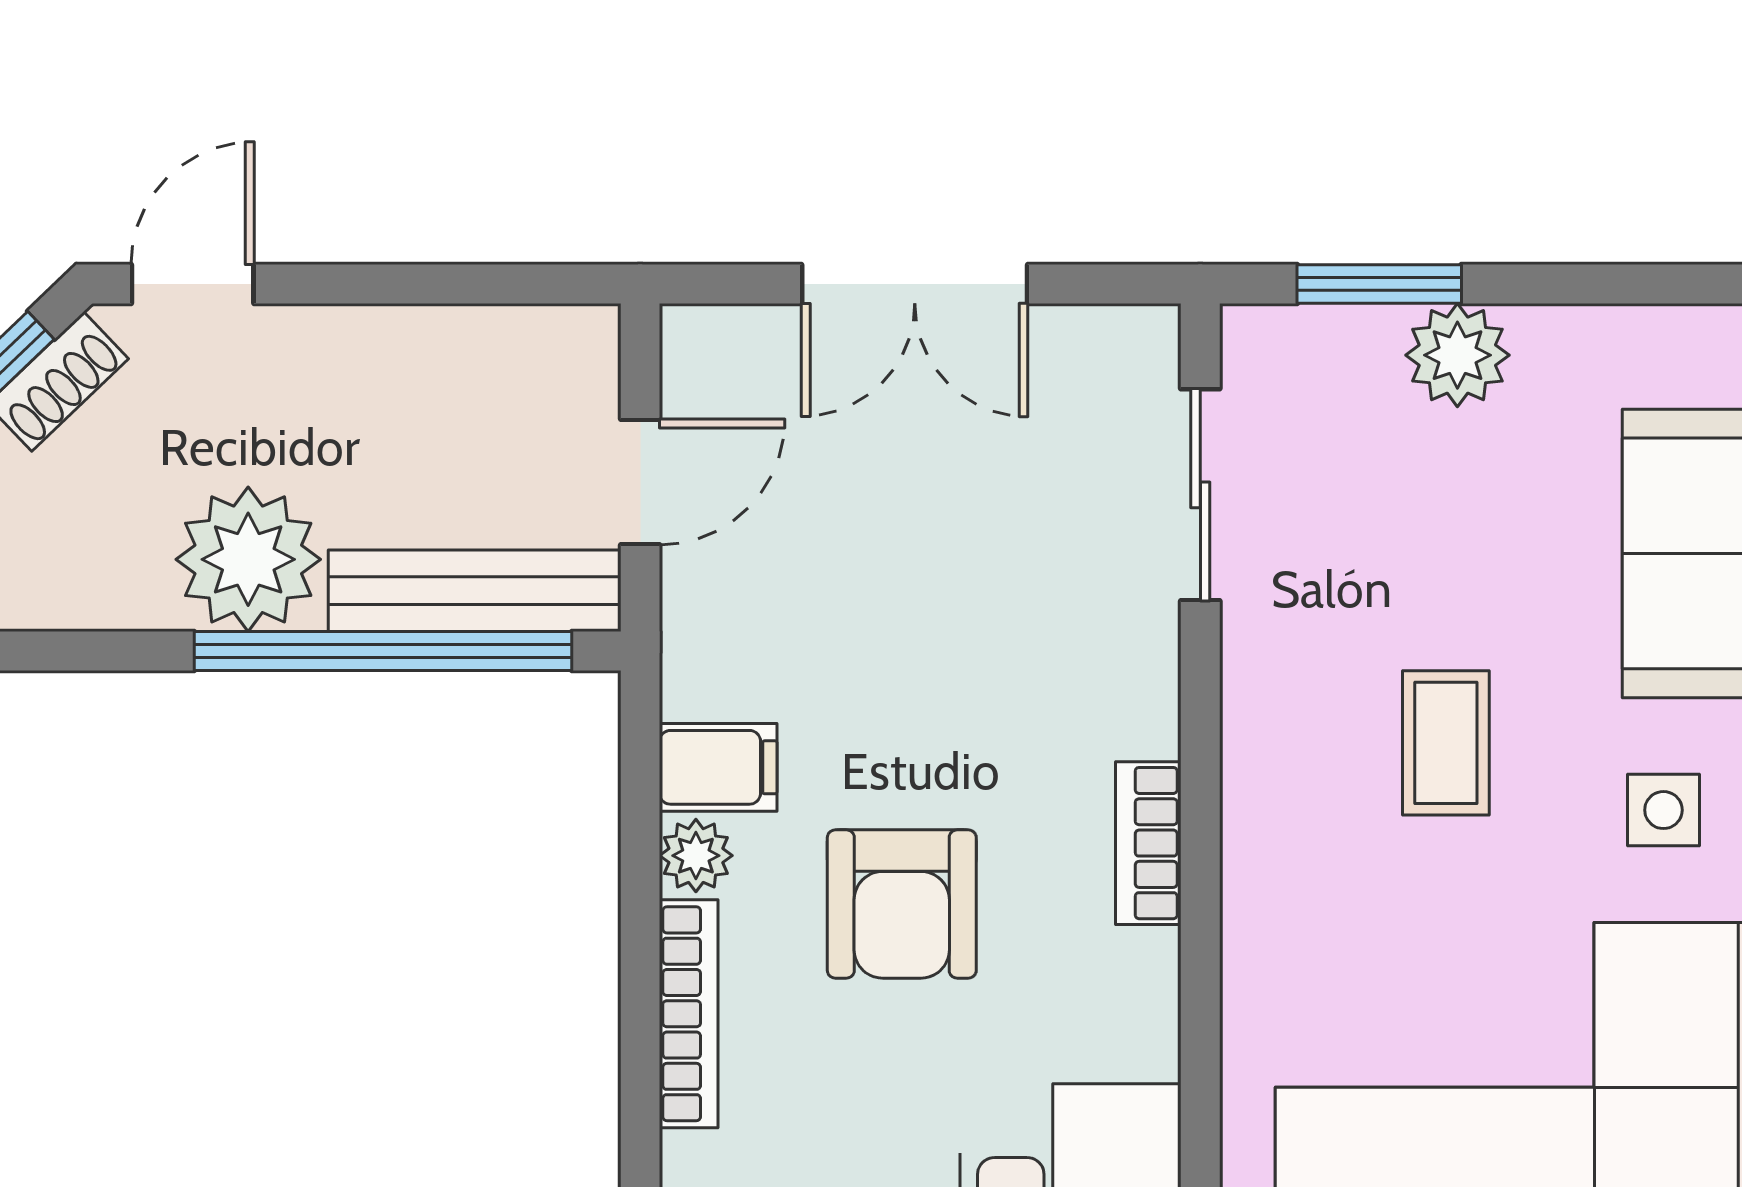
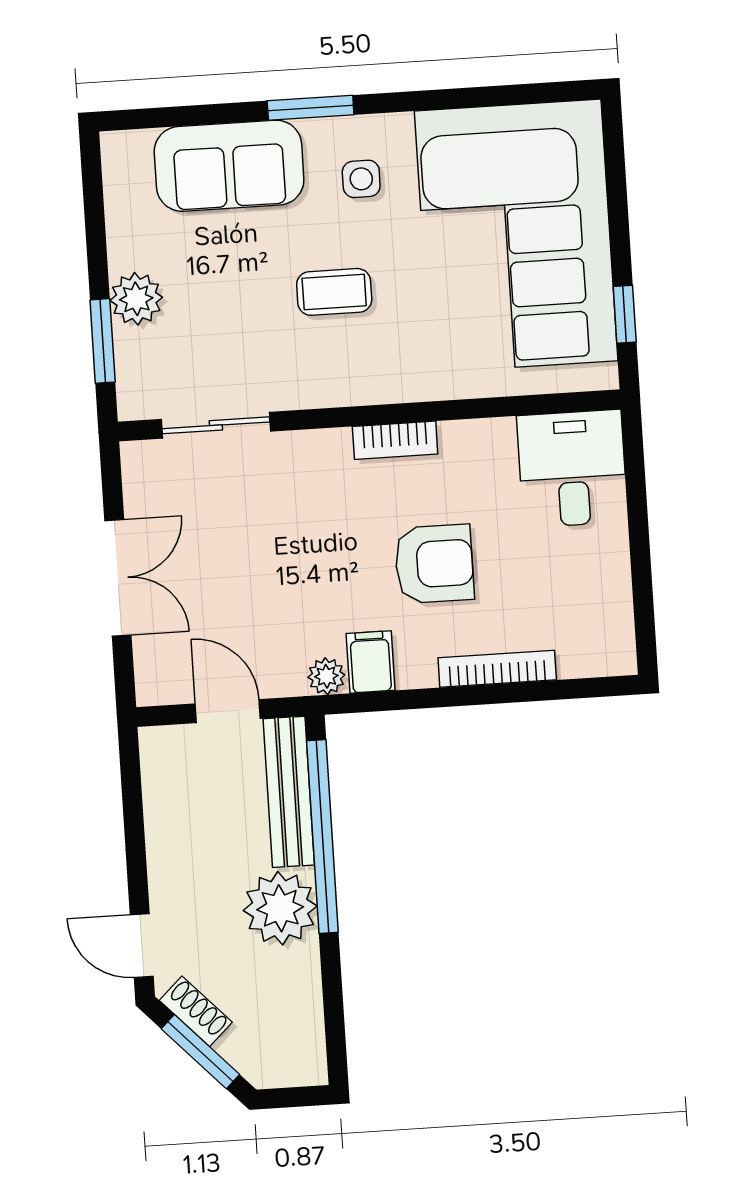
plant: (696, 856) -> (326, 676), moved

